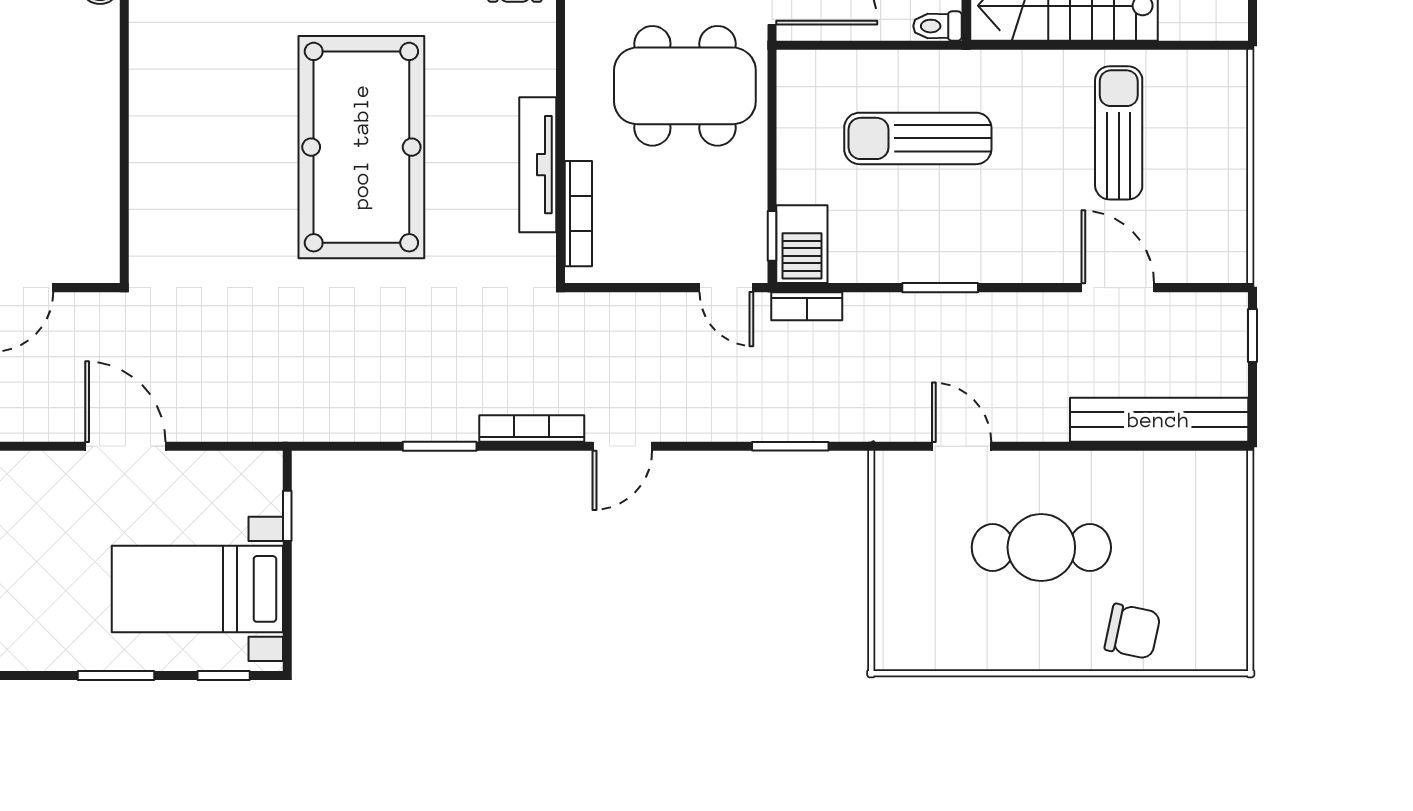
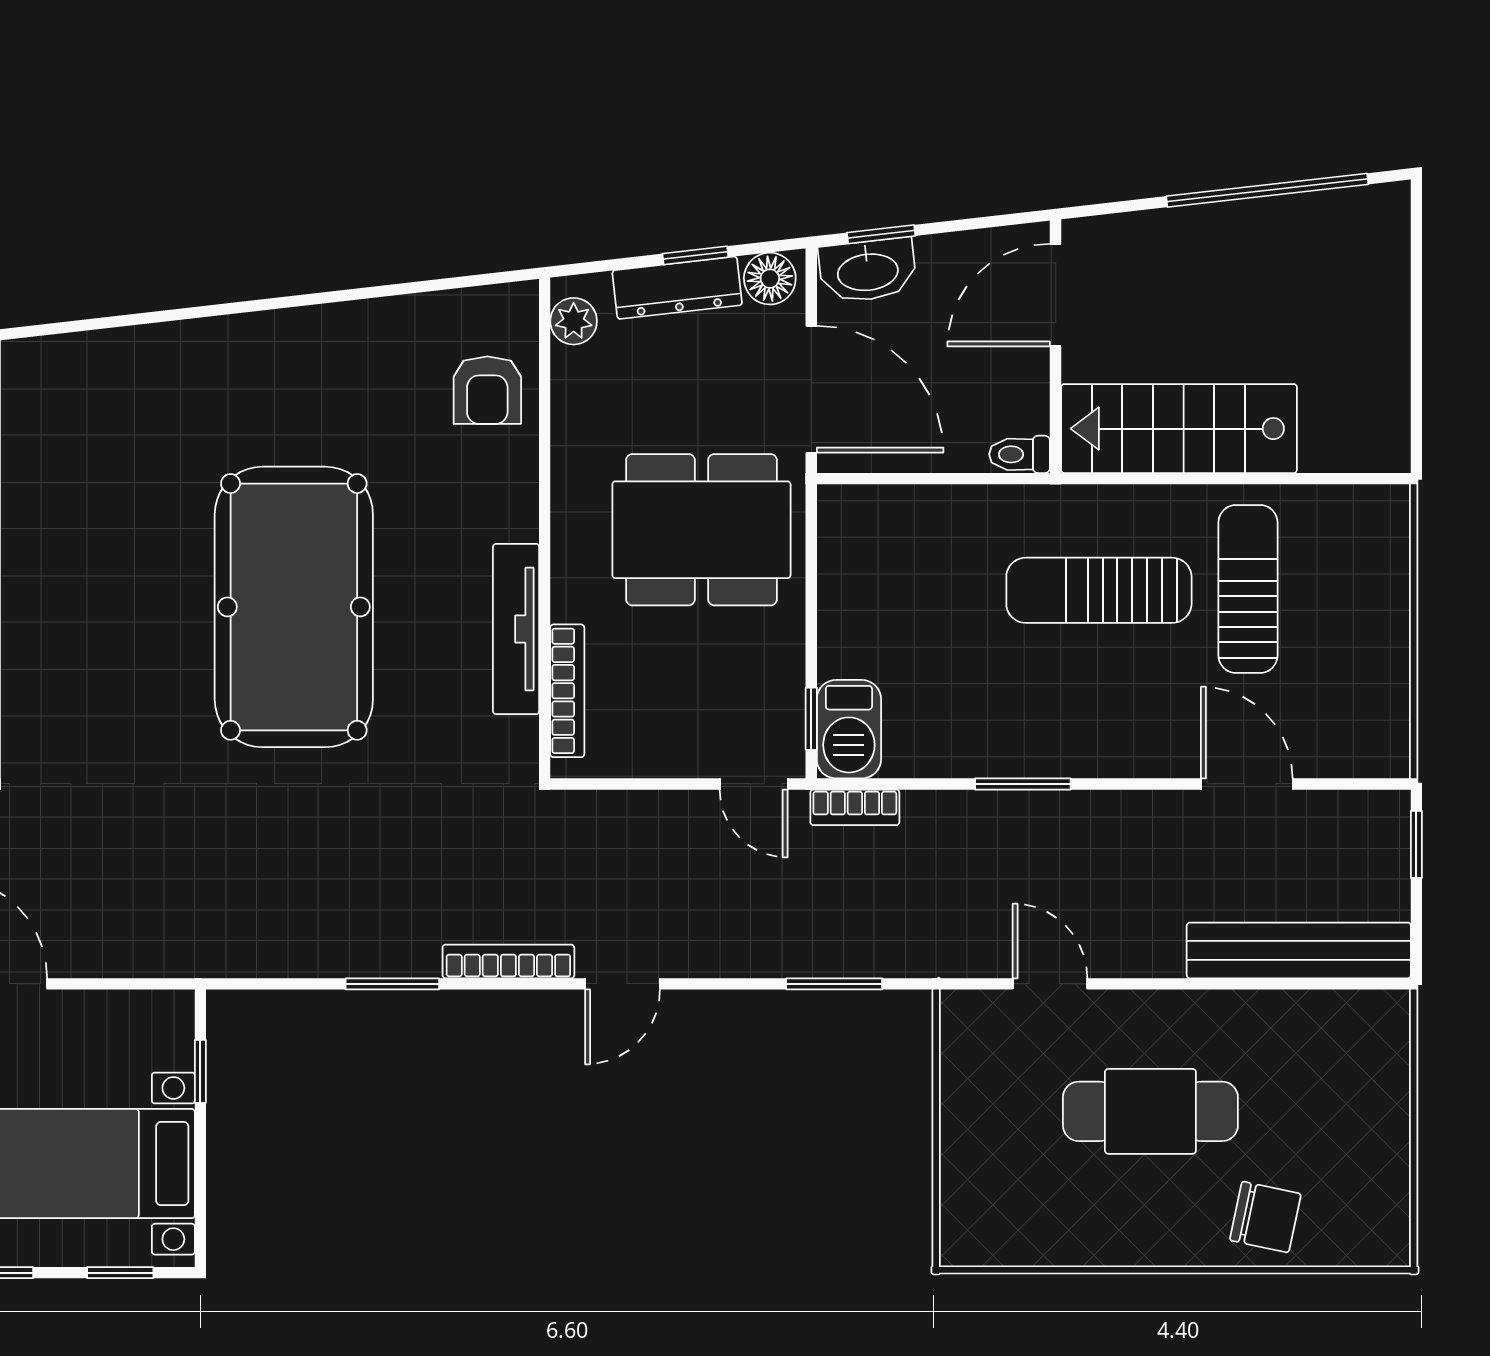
sun lounger: (918, 138) -> (1099, 590), moved

